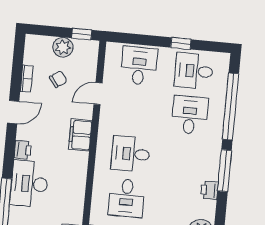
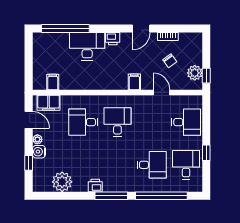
plant: (63, 47) -> (195, 73), moved
door: (13, 112) -> (141, 28), hinge flipped
filing cabinet: (80, 135) -> (134, 82), width x0.50

